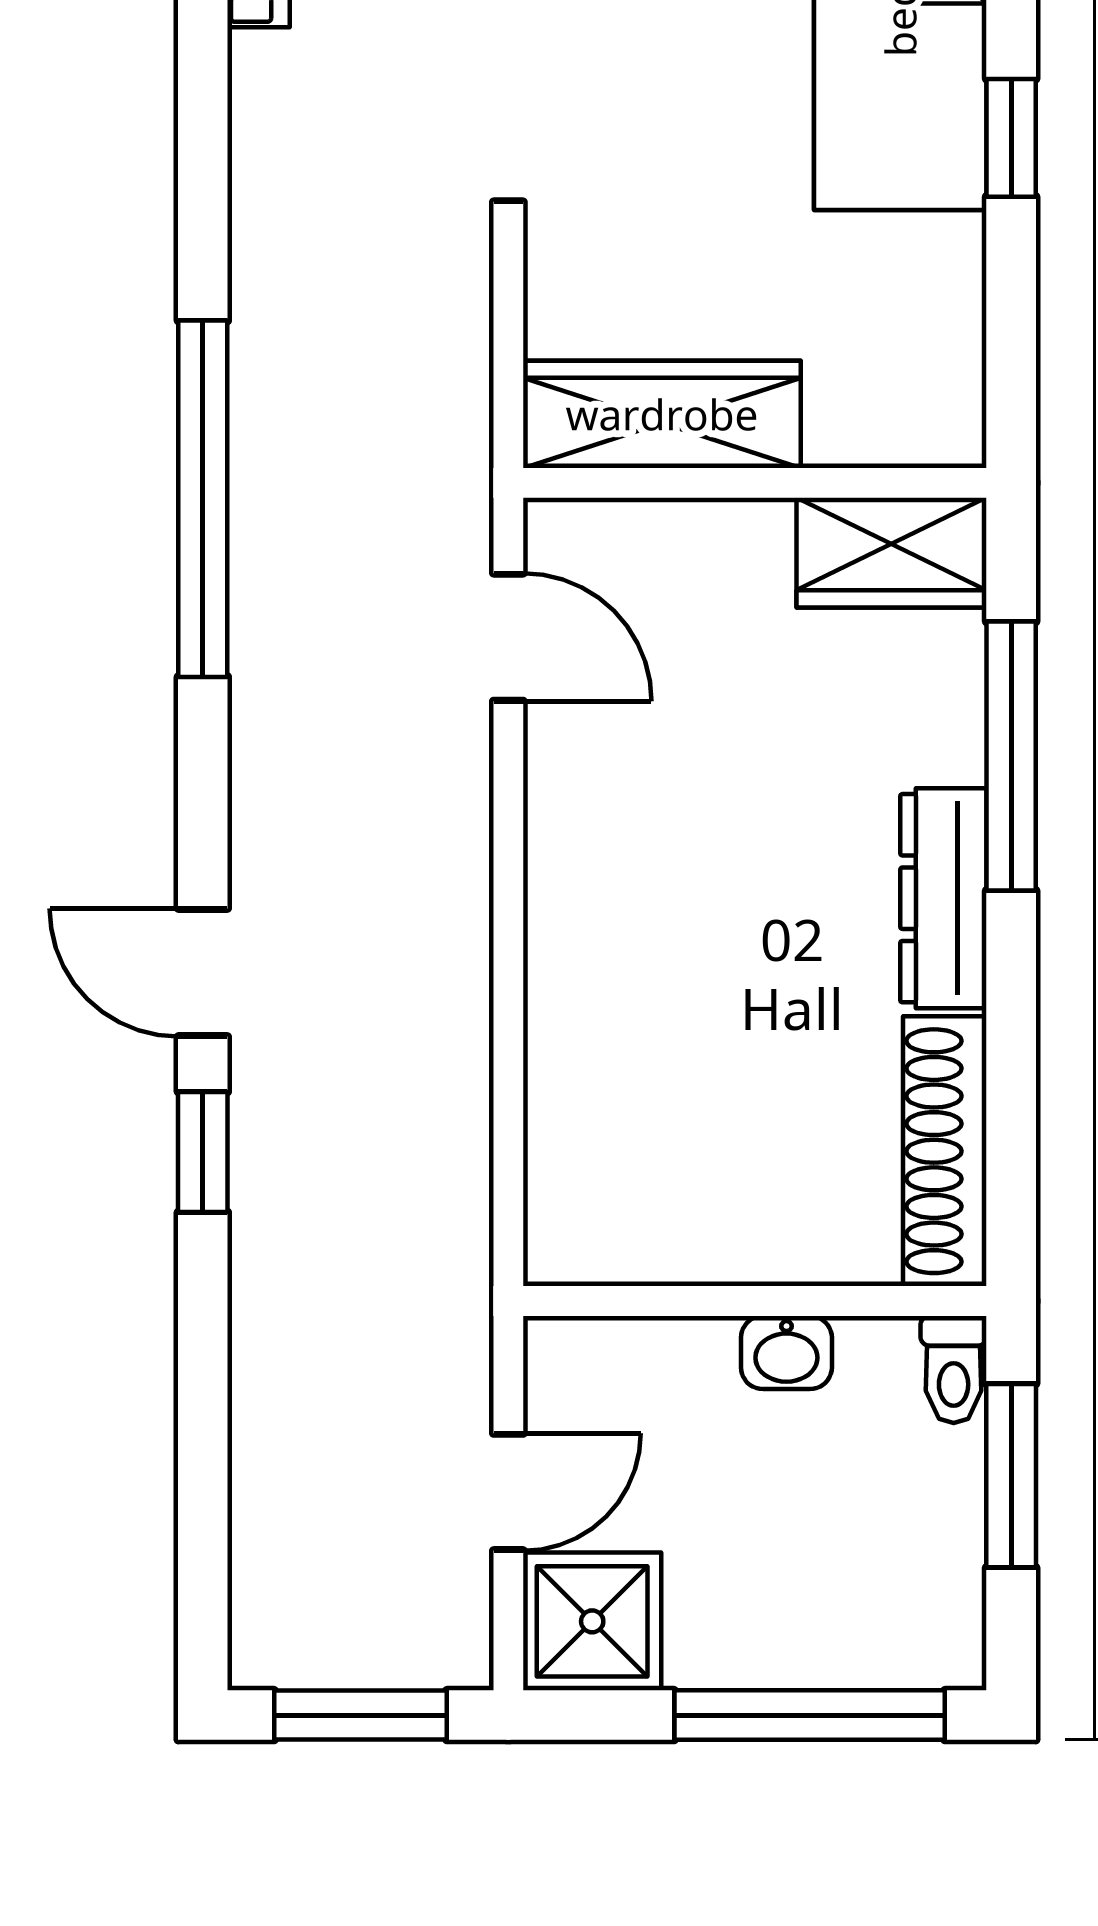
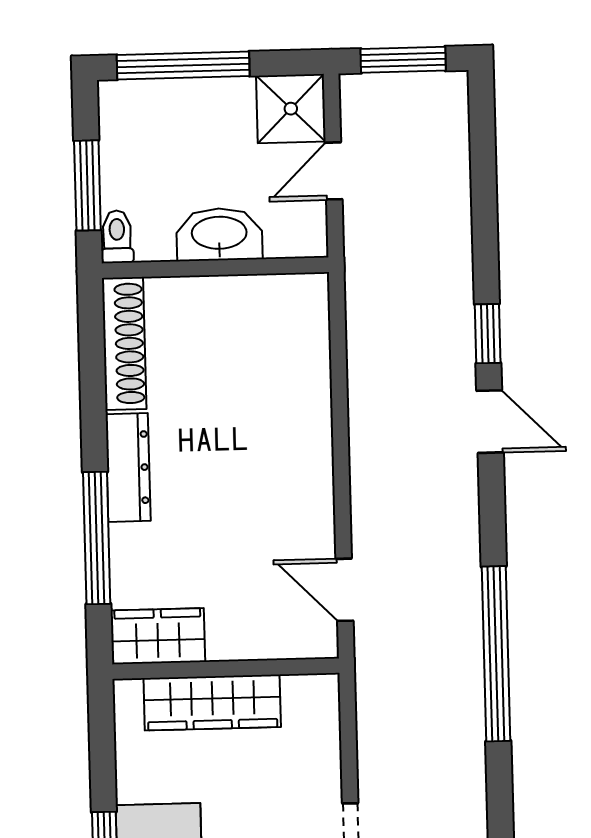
wardrobe: (662, 414) -> (212, 703), moved
washbasin: (786, 1353) -> (219, 234), width x1.91, depth x1.45

